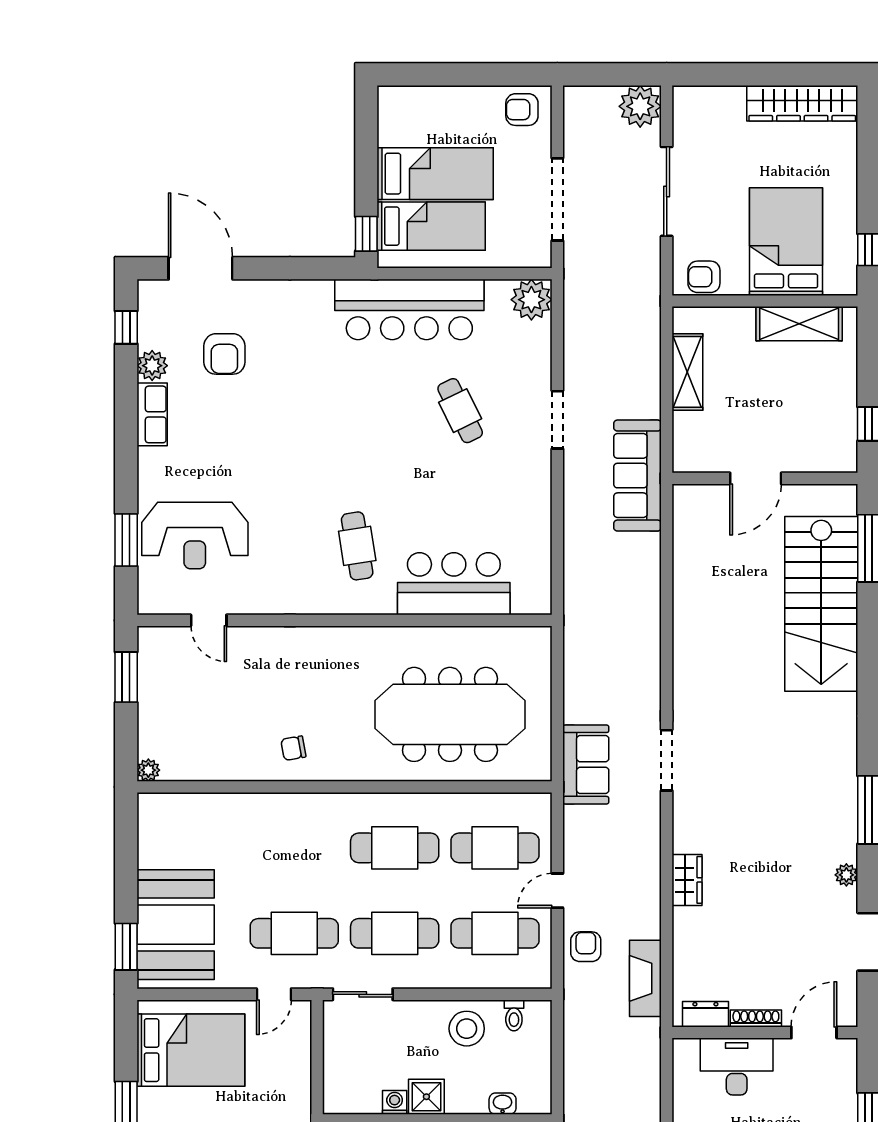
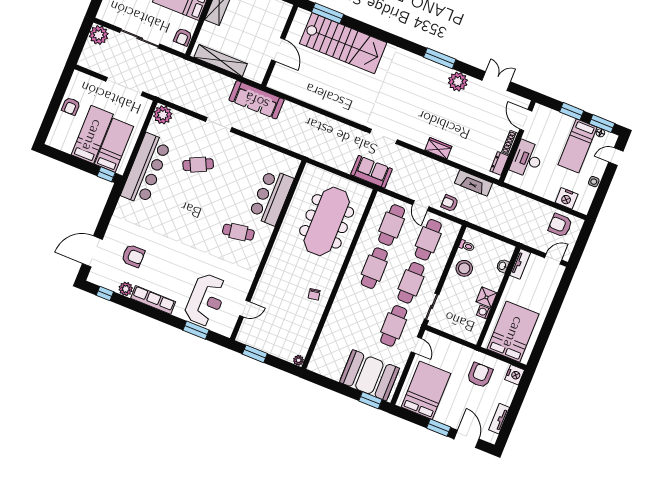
armchair: (522, 110) -> (71, 106), moved
shelving: (687, 372) -> (221, 61), width x1.47
row of seats: (152, 414) -> (153, 300), width x1.48
plant: (846, 875) -> (458, 82), width x1.87, depth x1.87

